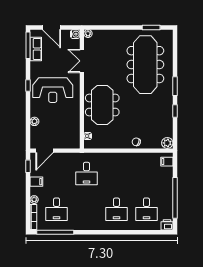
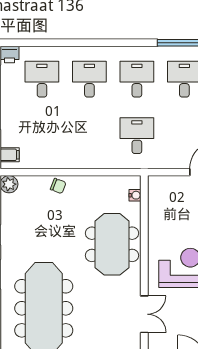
desk: (87, 209) -> (137, 79), added

